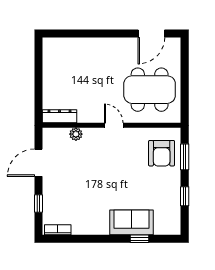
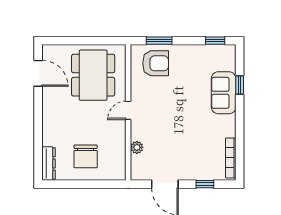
chair: (67, 82) -> (86, 156), added
dresser: (60, 116) -> (49, 163), moved, turned 180
window: (185, 196) -> (215, 41), moved
bookcase: (58, 230) -> (231, 158), width x1.56

